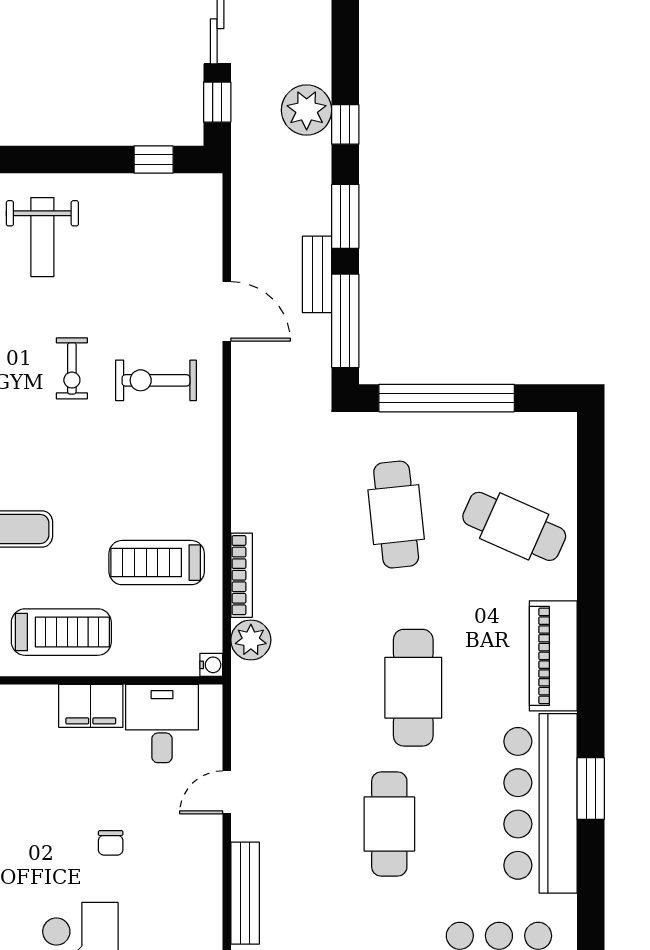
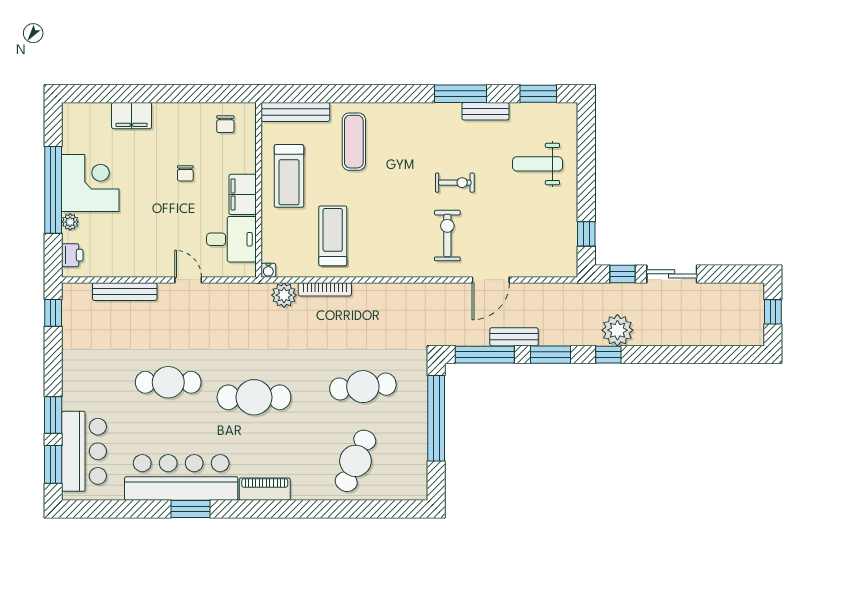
exercise bike: (72, 368) -> (455, 183), turned 180
piano: (553, 656) -> (265, 489), width x0.73, depth x0.75
chair: (111, 843) -> (185, 173), moved, turned -90

